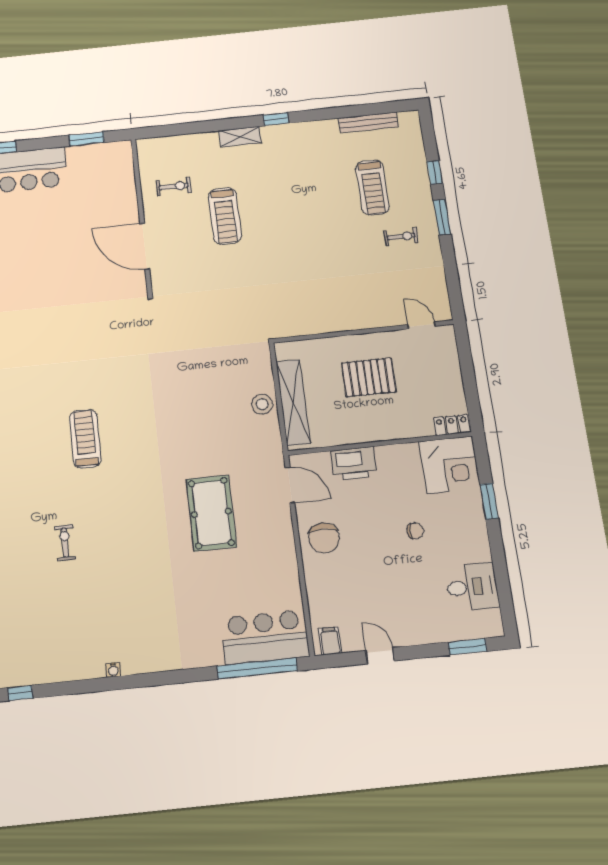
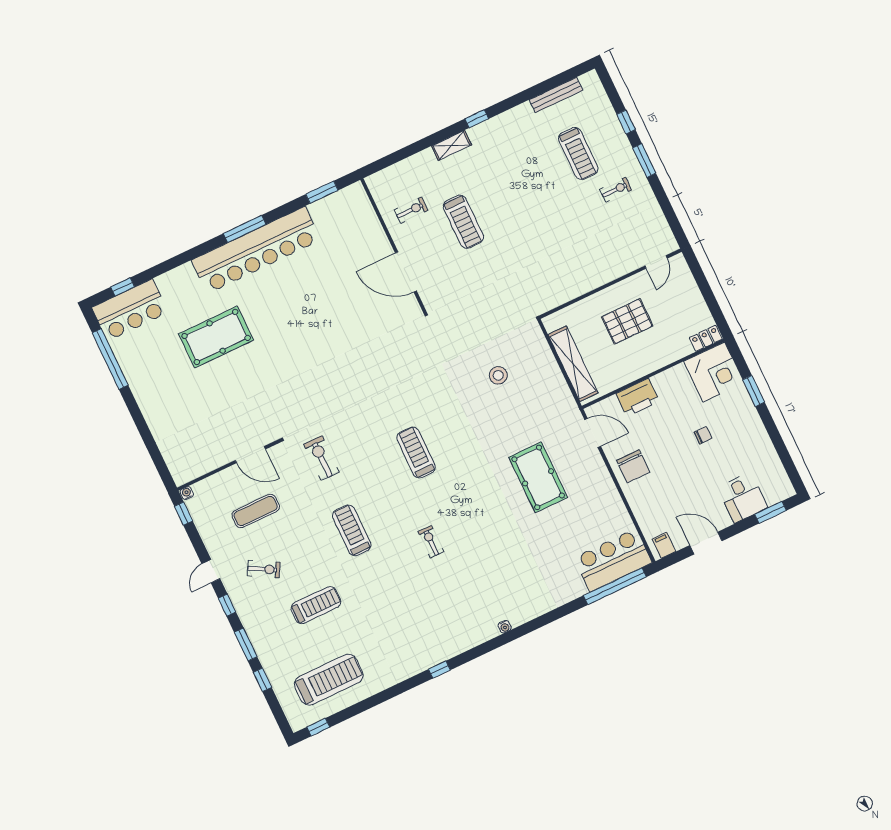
door: (421, 325) -> (656, 262), swing flipped
stool: (262, 404) -> (498, 375), moved
desk: (472, 587) -> (743, 497), moved, turned 90
door: (380, 656) -> (706, 543), width x1.38

